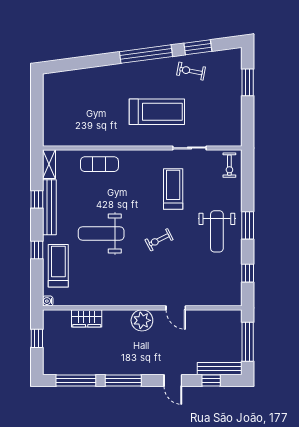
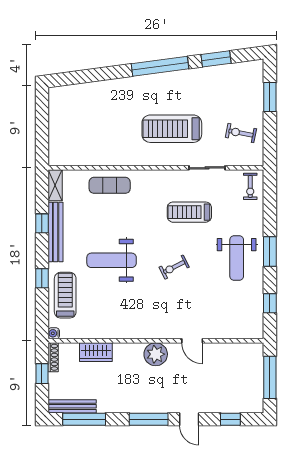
exercise bike: (191, 71) -> (241, 133), moved
treadmill: (157, 112) -> (172, 129), turned 180
treadmill: (173, 189) -> (189, 212), turned -90
shoe rack: (47, 323) -> (53, 357), added
bench: (220, 369) -> (72, 406), moved
window: (123, 380) -> (149, 419), moved

